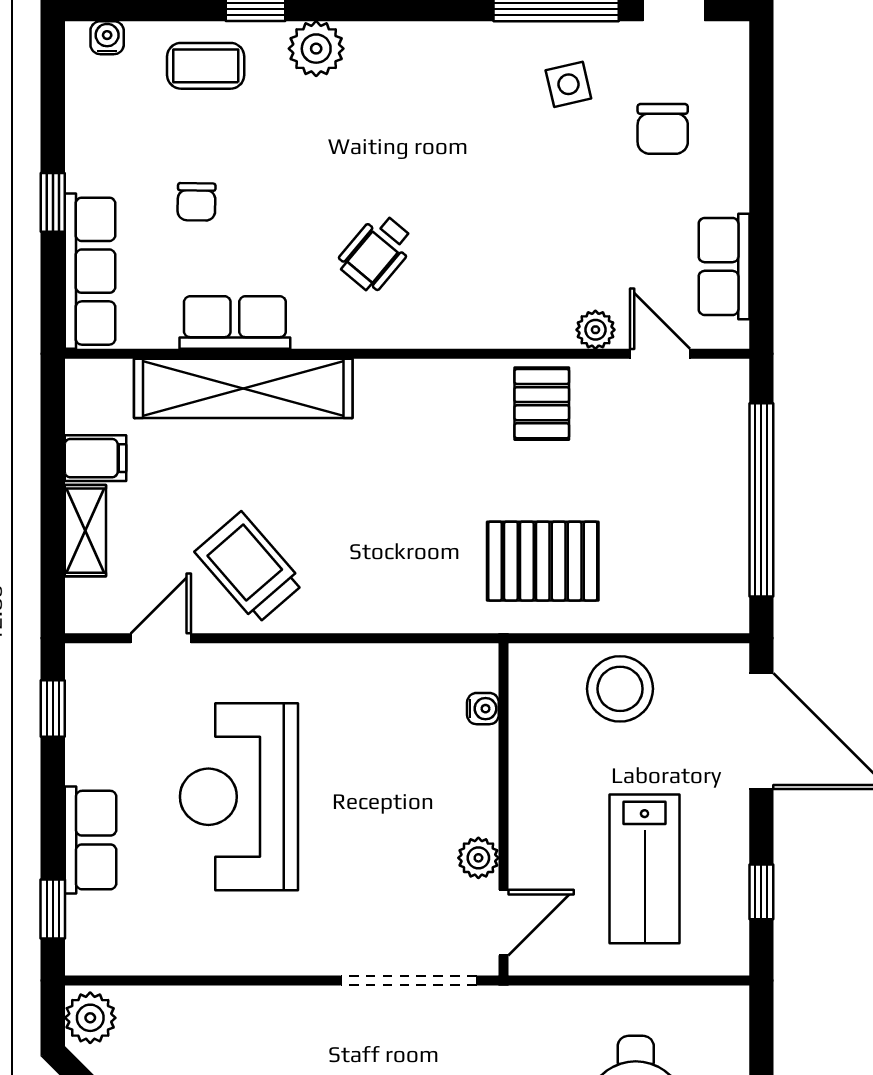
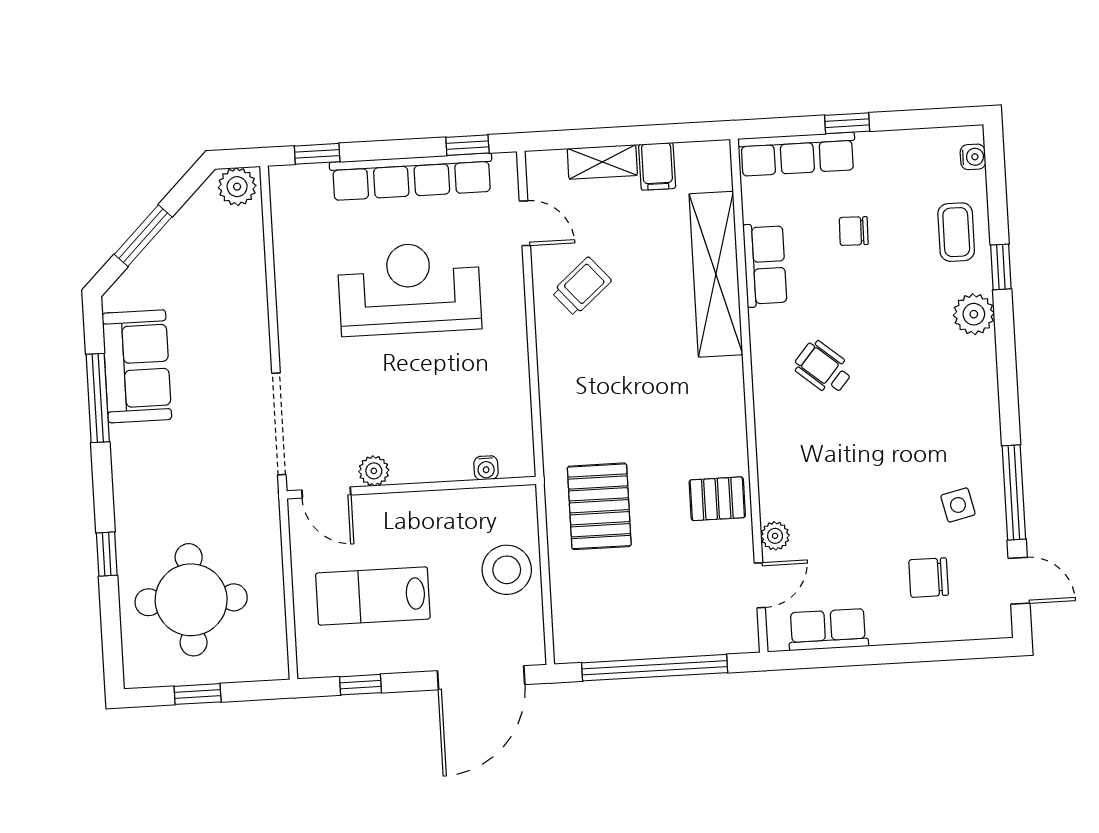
trolley: (249, 568) -> (582, 286), width x0.73, depth x0.72
row of seats: (90, 840) -> (411, 177), width x2.02

